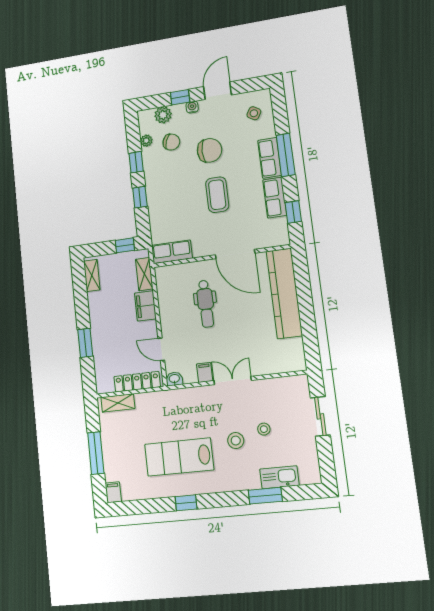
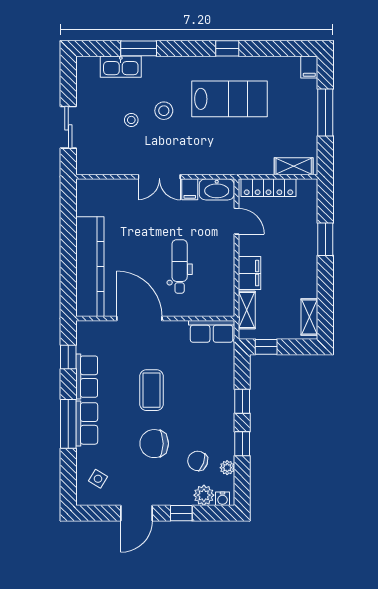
water cooler: (192, 107) -> (222, 499), moved
washbasin: (174, 379) -> (217, 189), width x1.91, depth x1.45

